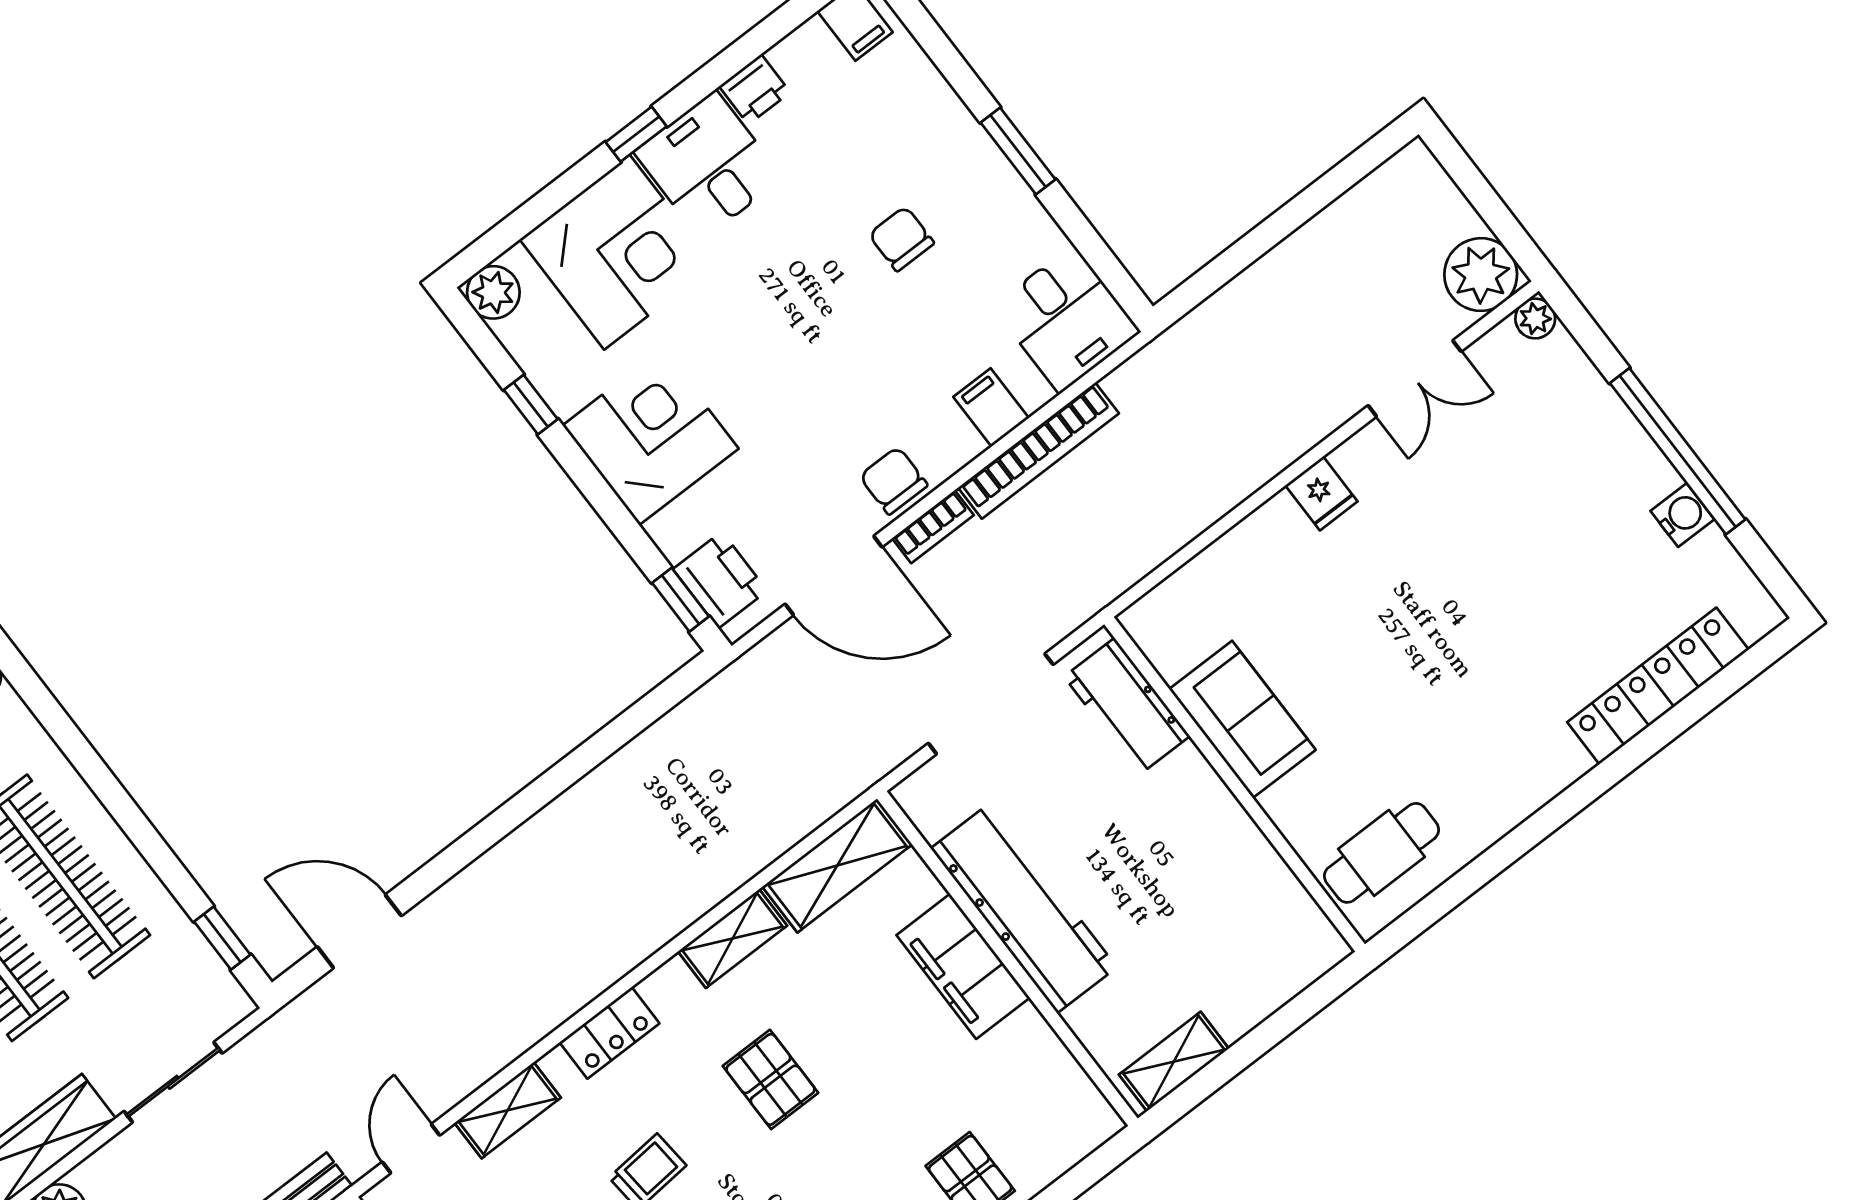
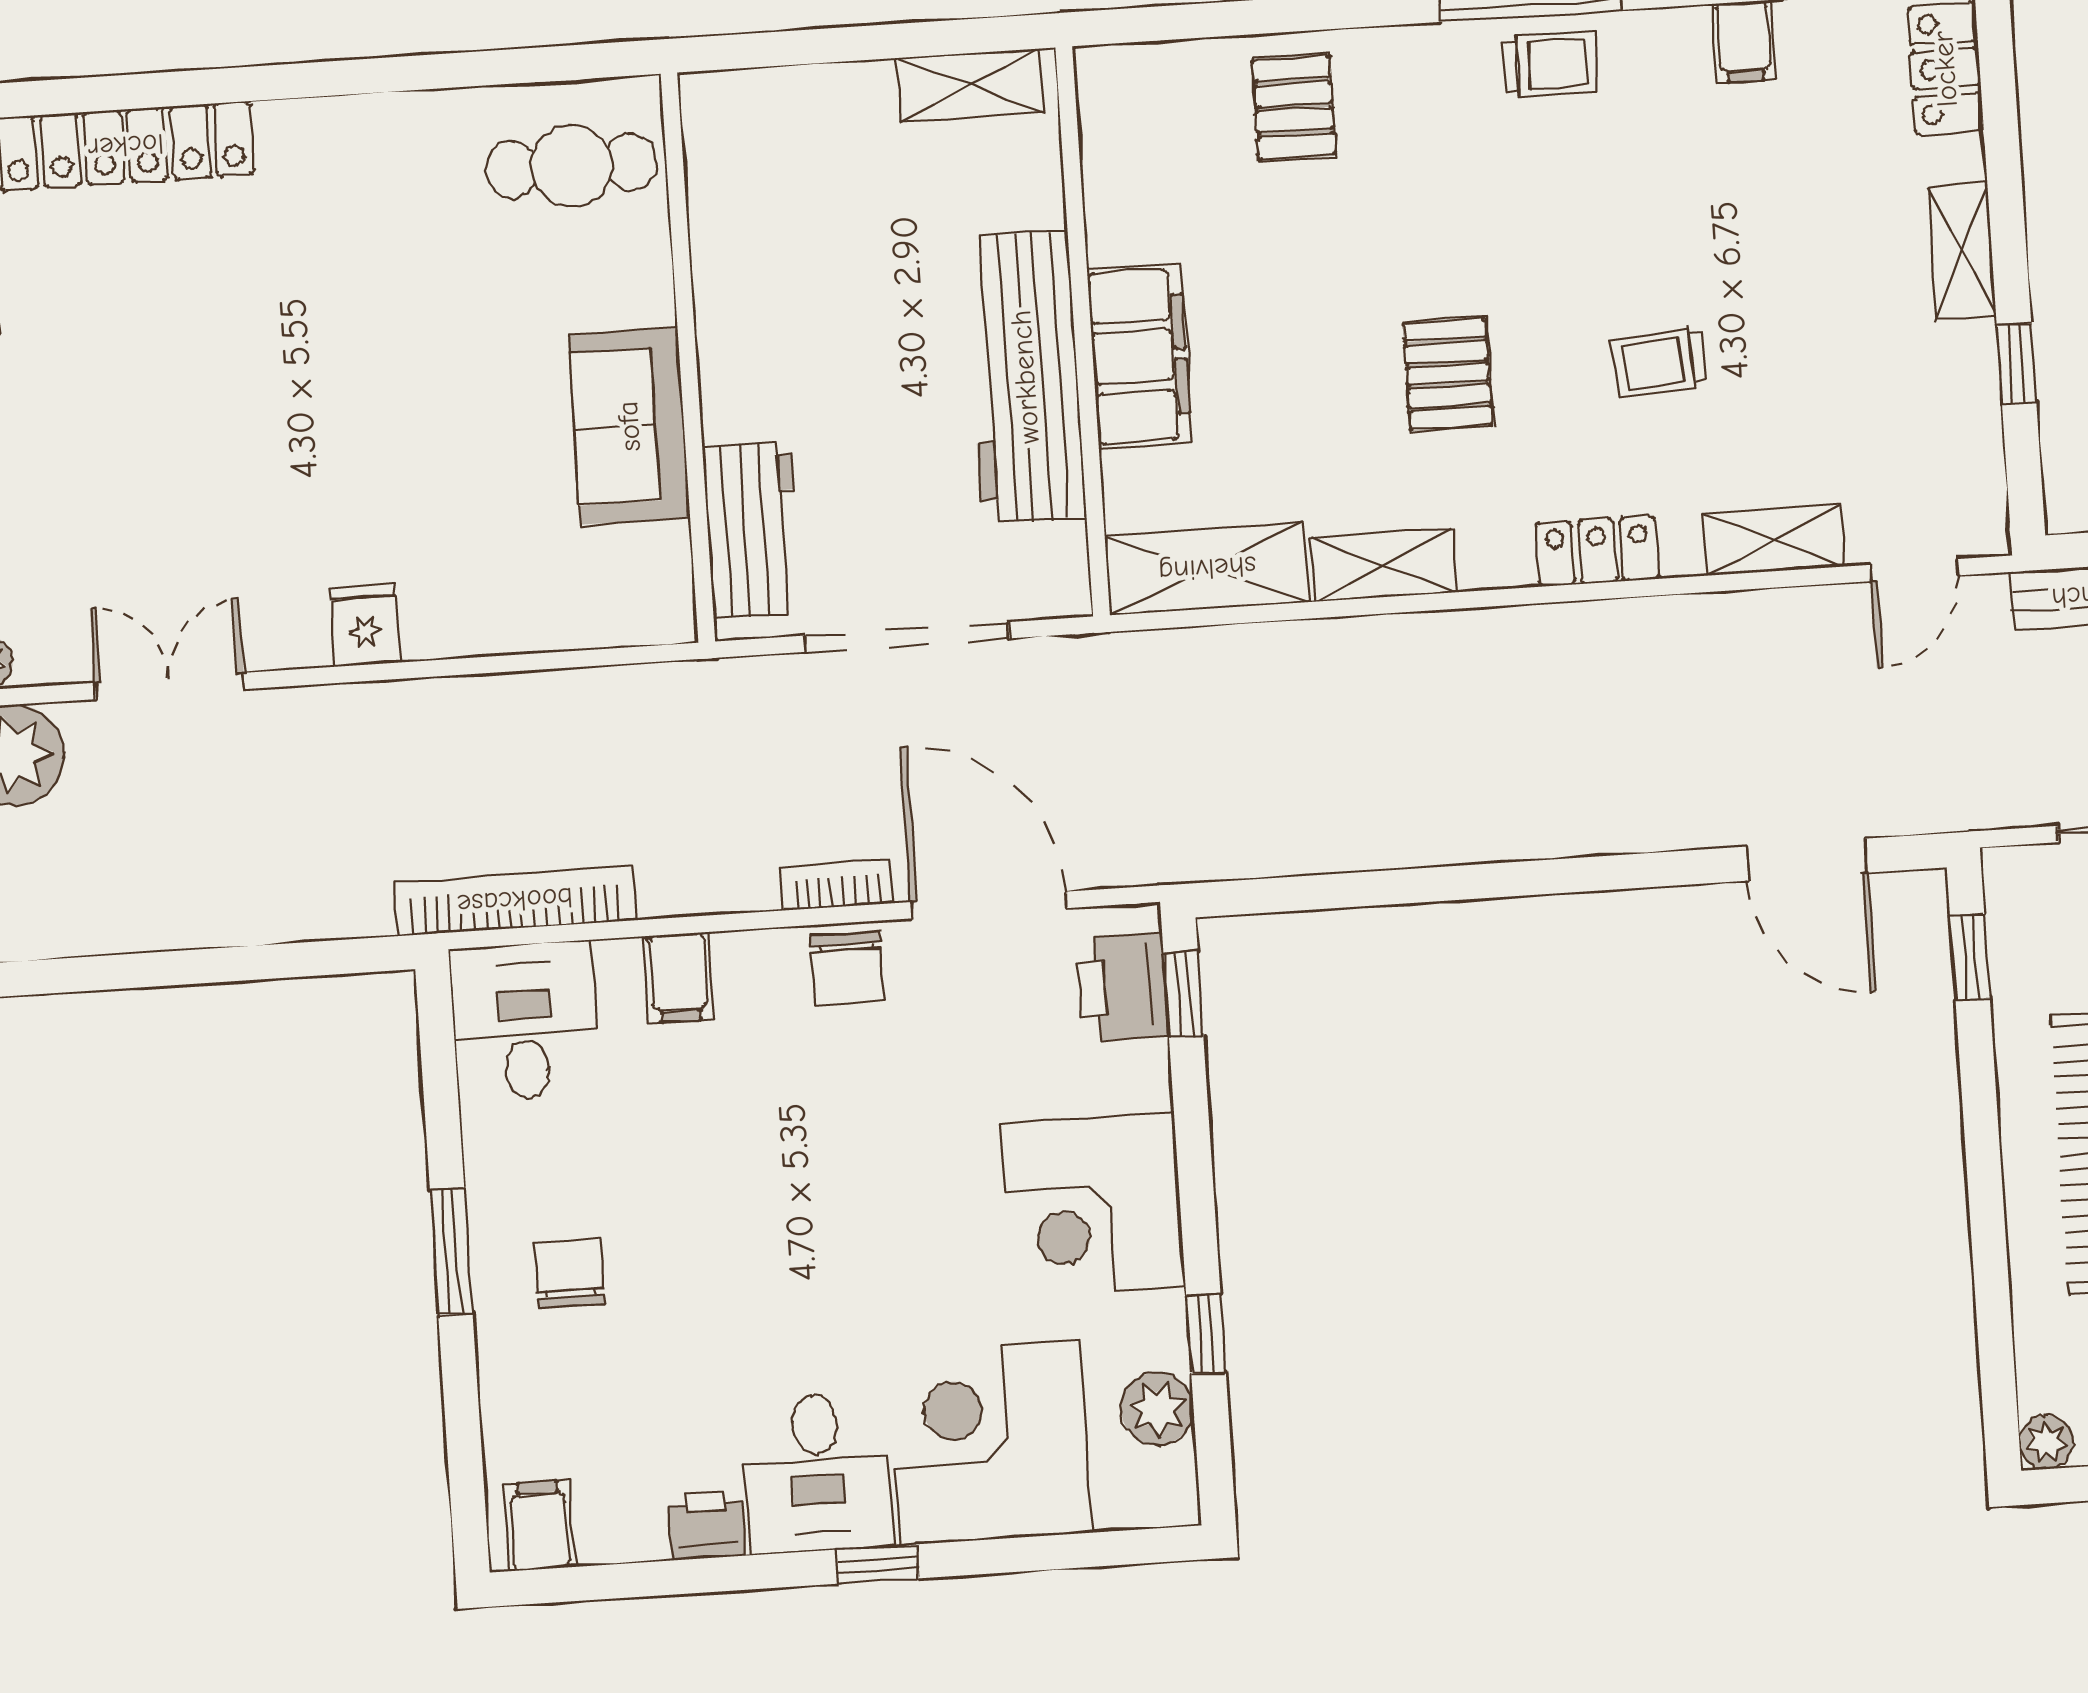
chair: (901, 239) -> (569, 1274), moved, turned 180
plant: (493, 292) -> (1157, 1409), moved
bookcase: (1038, 451) -> (515, 901), moved

